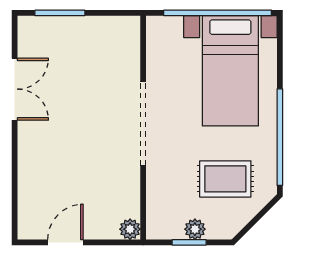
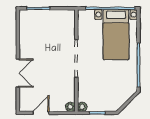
double door: (15, 89) -> (18, 73), moved
rug: (225, 179) -> (114, 84), removed
plant: (195, 229) -> (82, 107), moved

